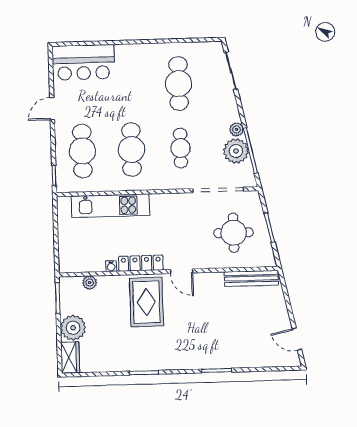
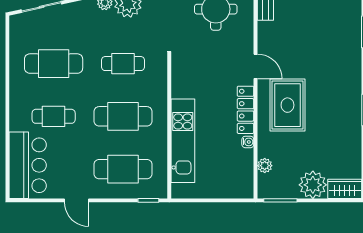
cafe table: (130, 85) -> (54, 116), added
door: (182, 271) -> (256, 66), hinge flipped
rug: (146, 302) -> (287, 105), turned 90

